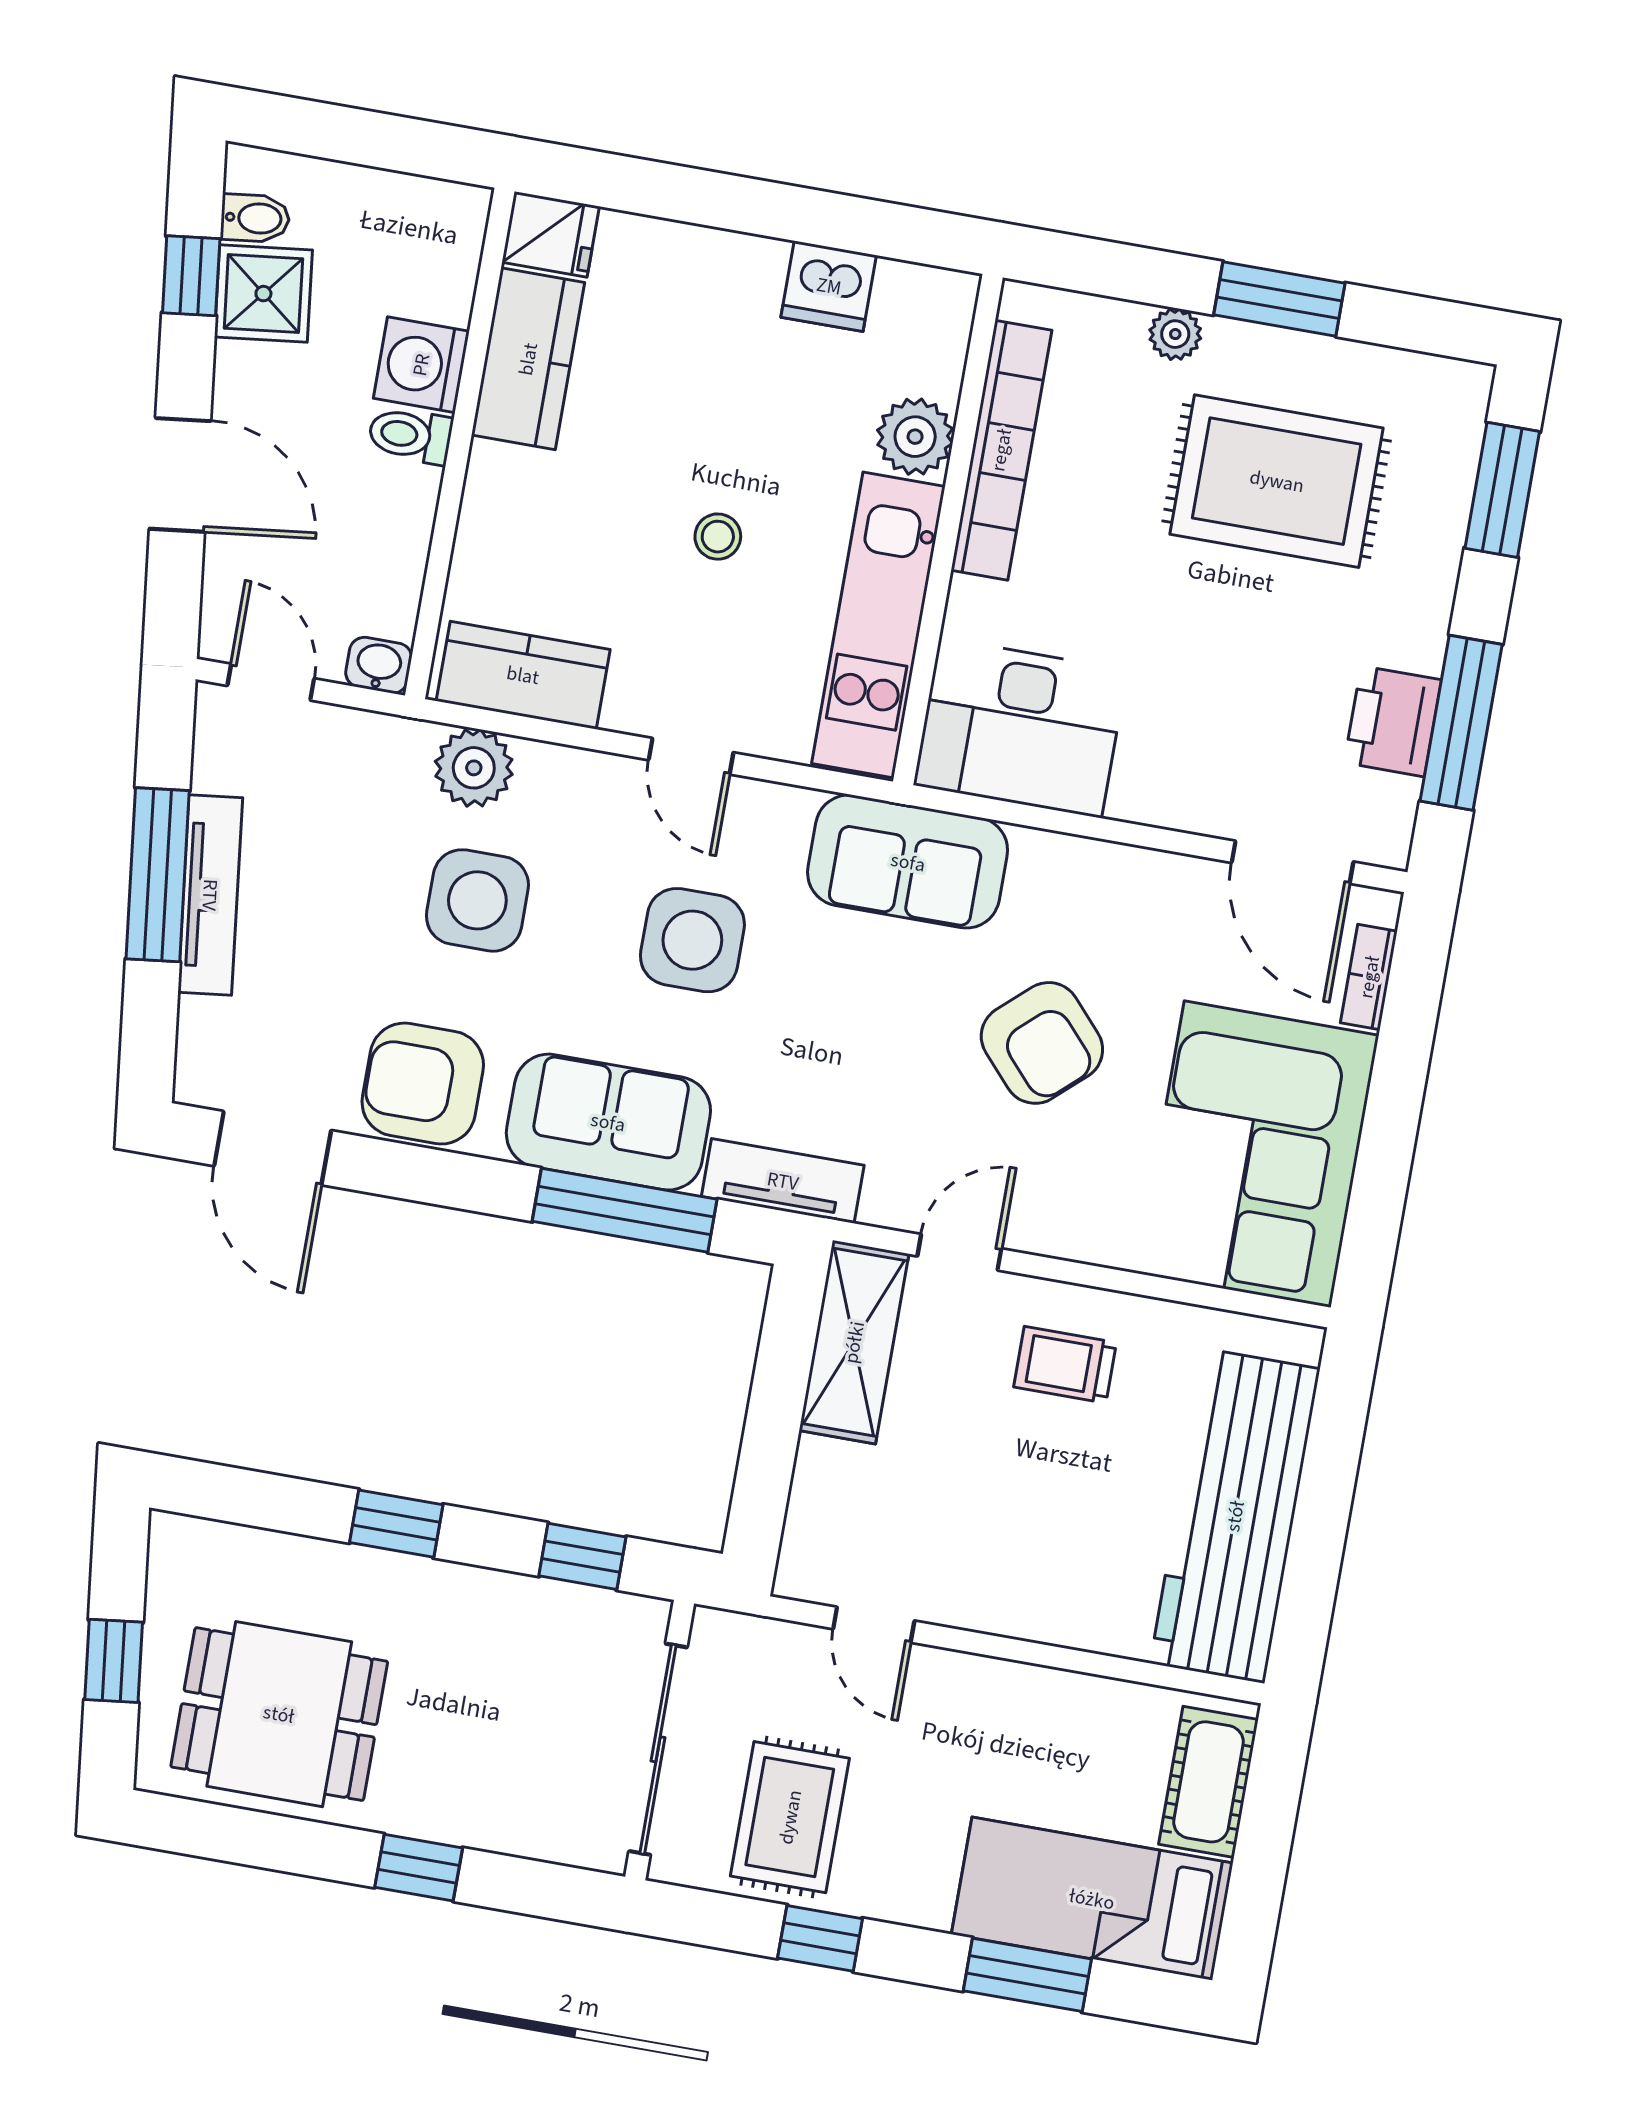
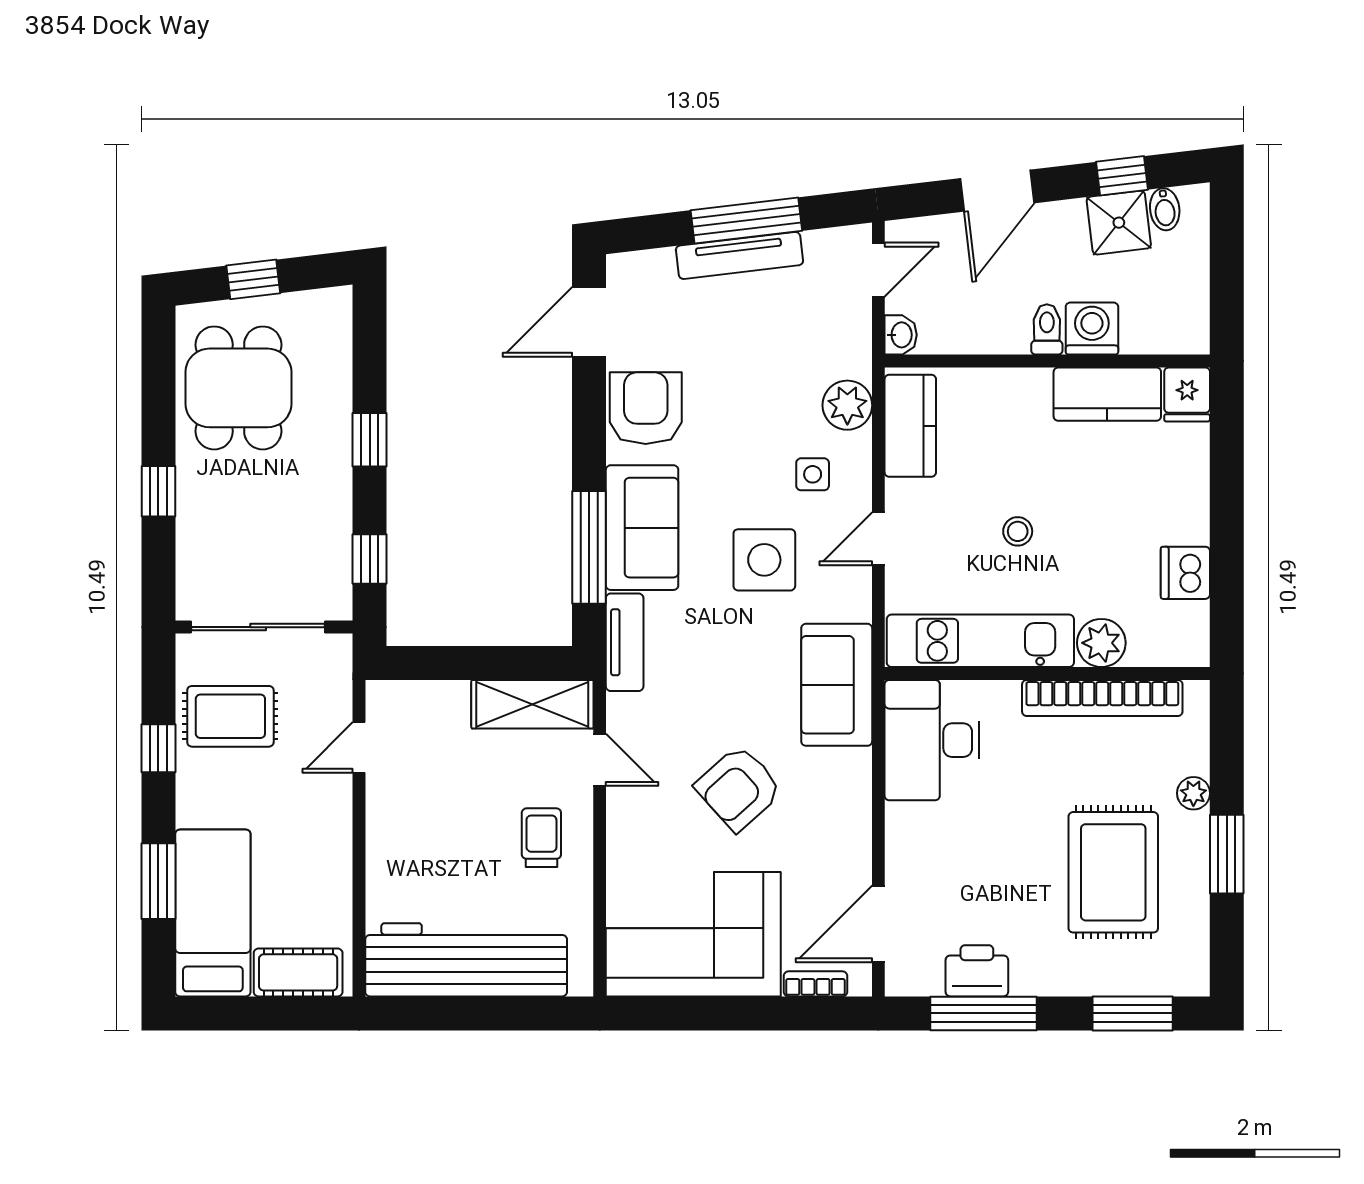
side table: (477, 900) -> (813, 474), moved, width x0.54, depth x0.54

